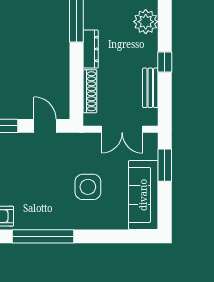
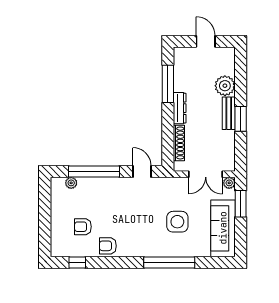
window: (165, 62) -> (241, 119), width x1.50
bench: (150, 88) -> (229, 113), moved
plant: (151, 140) -> (229, 183), added
window: (43, 236) -> (169, 262), moved

